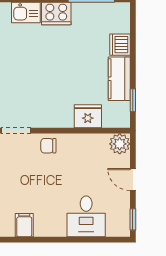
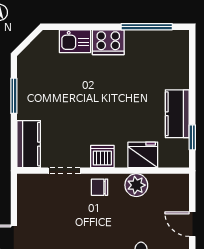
dishwasher: (120, 45) -> (102, 157), moved, turned 90
plant: (120, 144) -> (136, 185), moved

